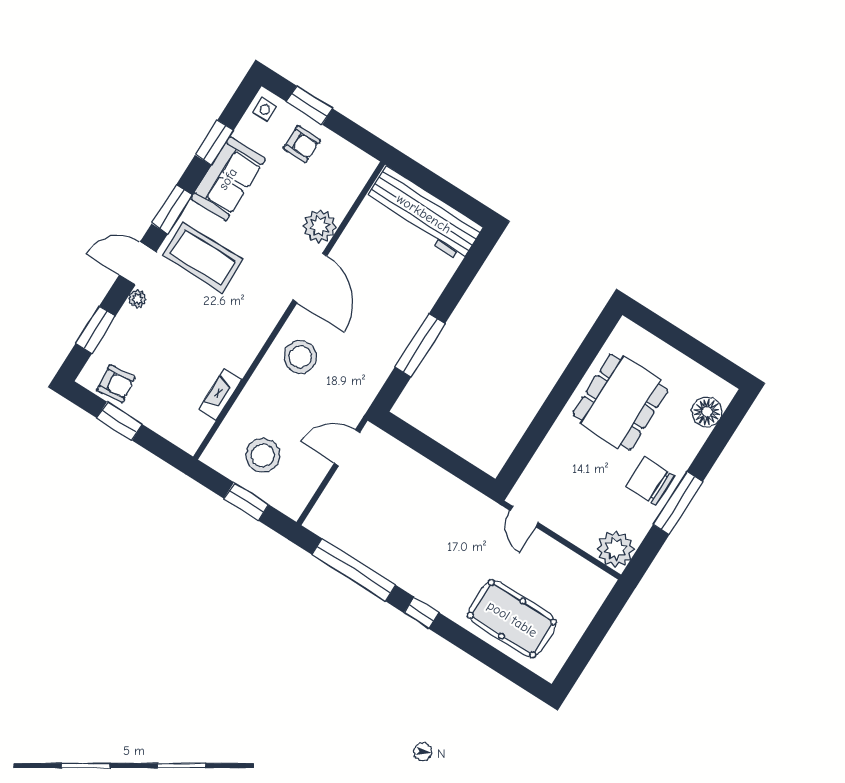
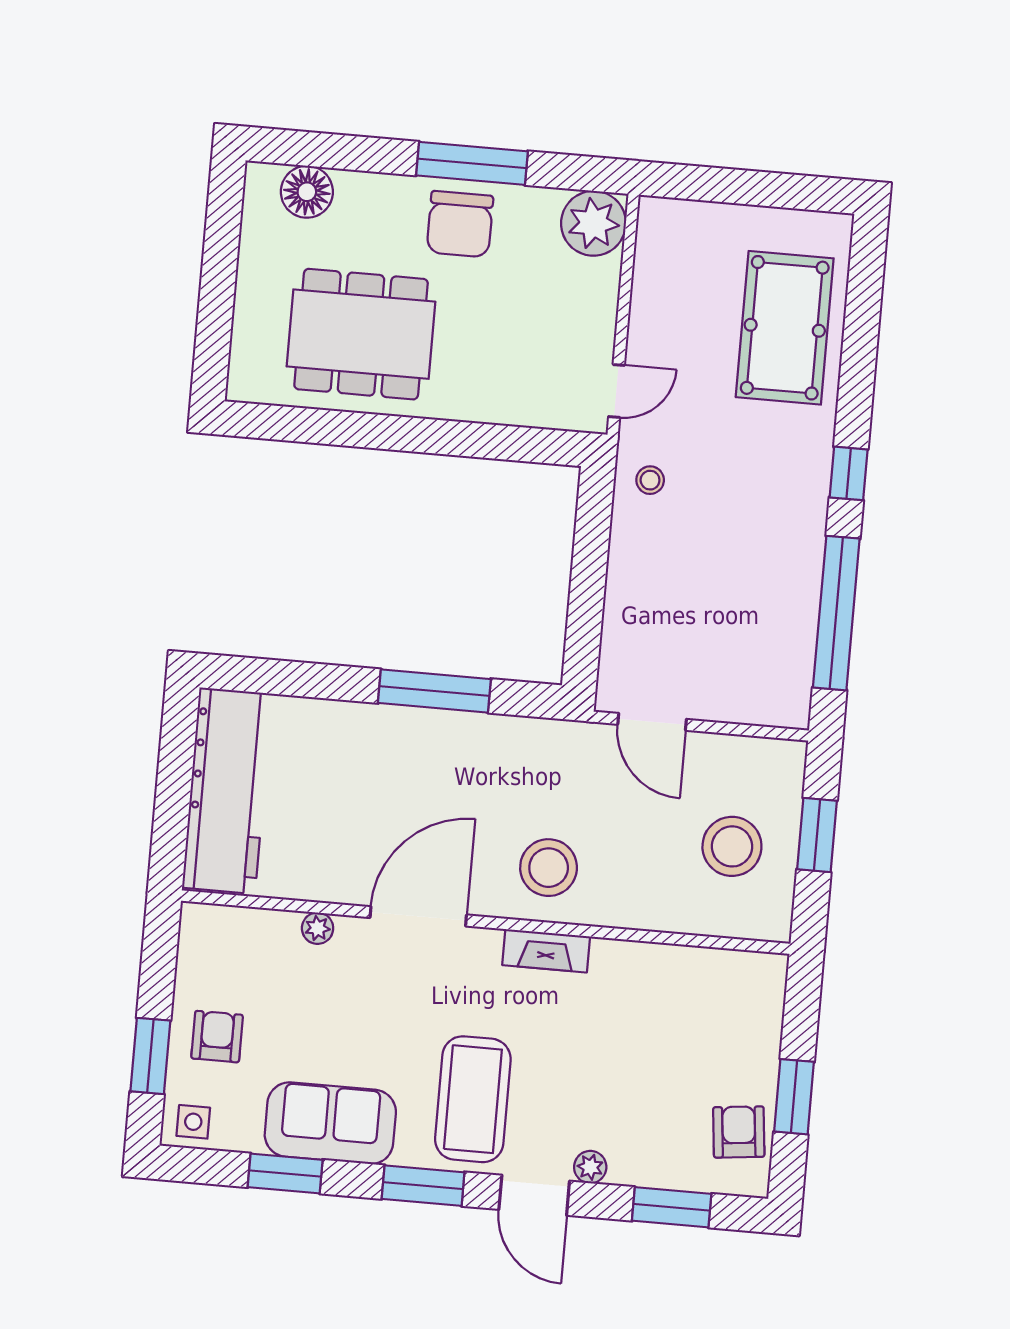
plant: (320, 226) -> (318, 928), width x0.53, depth x0.53
fireplace: (220, 394) -> (546, 951), moved
stool: (470, 510) -> (650, 480), added

